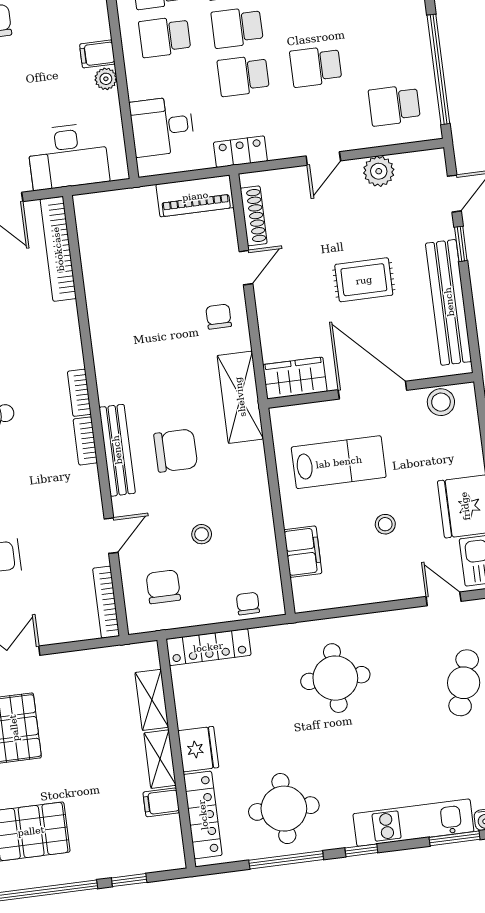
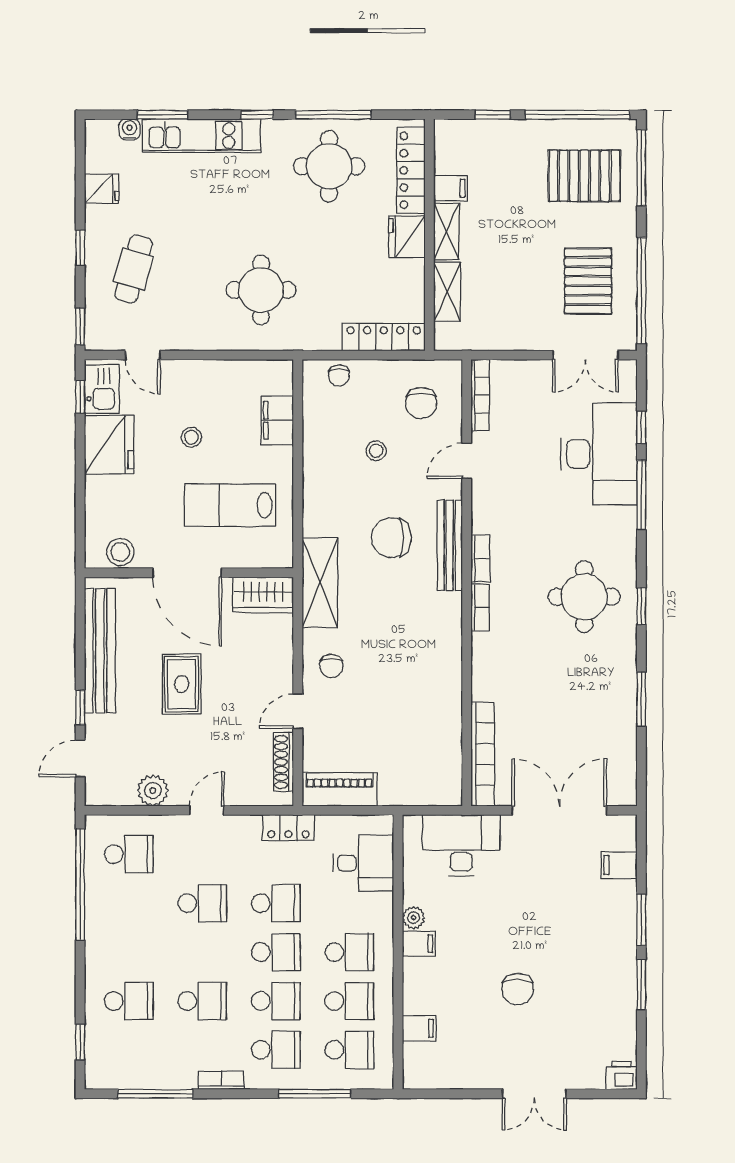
rug: (364, 280) -> (182, 684), turned 90

